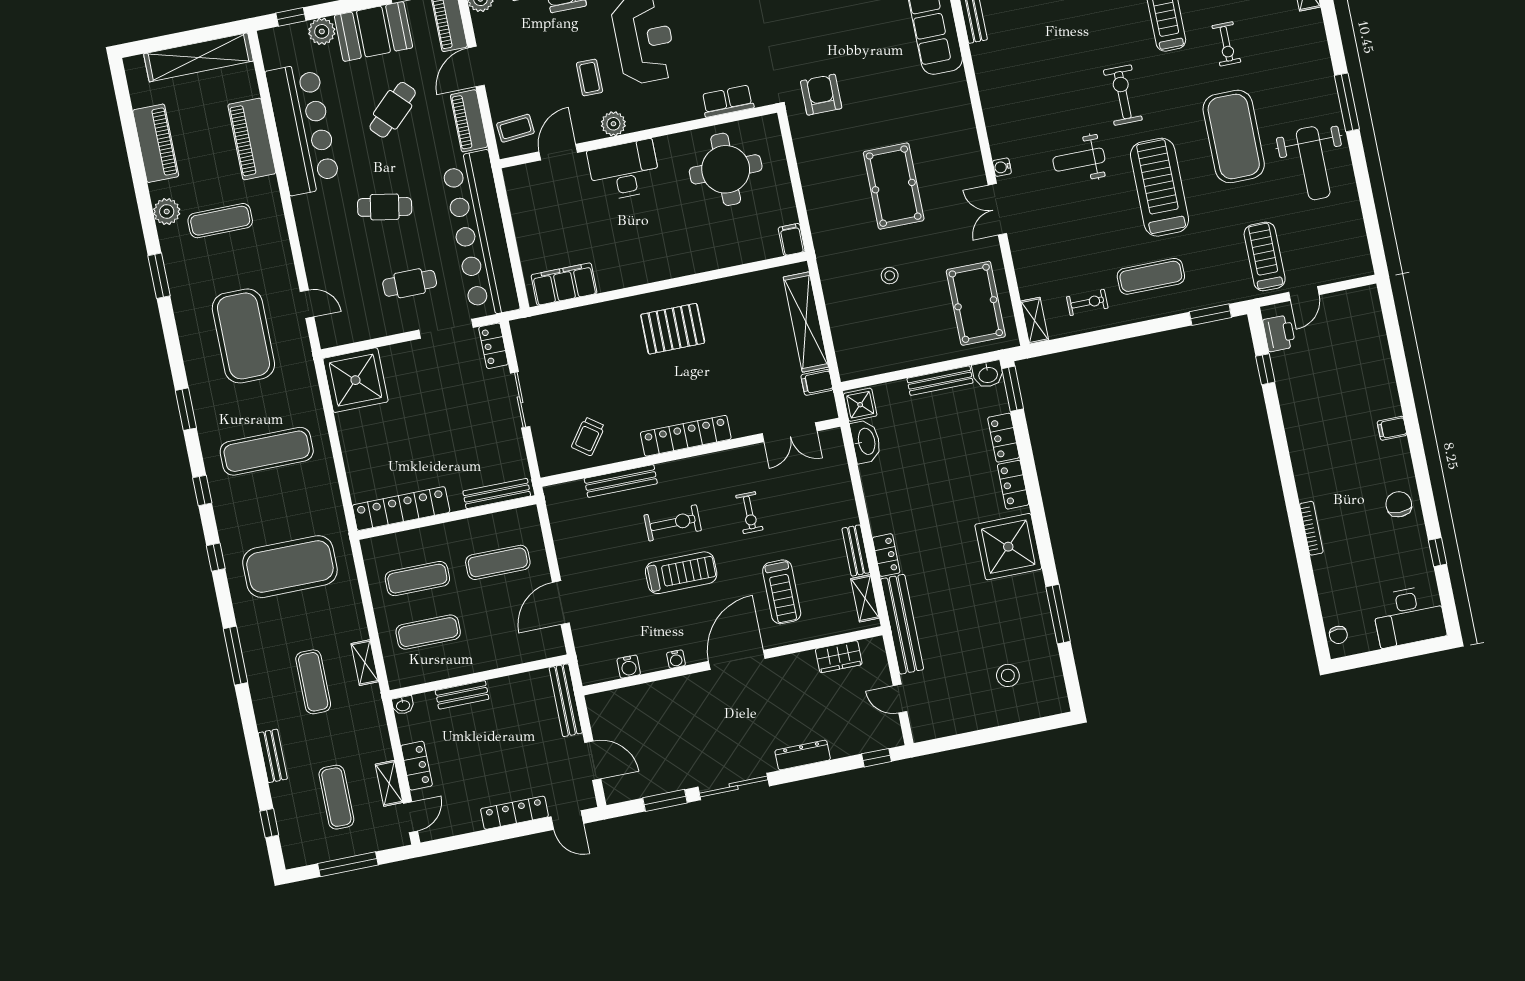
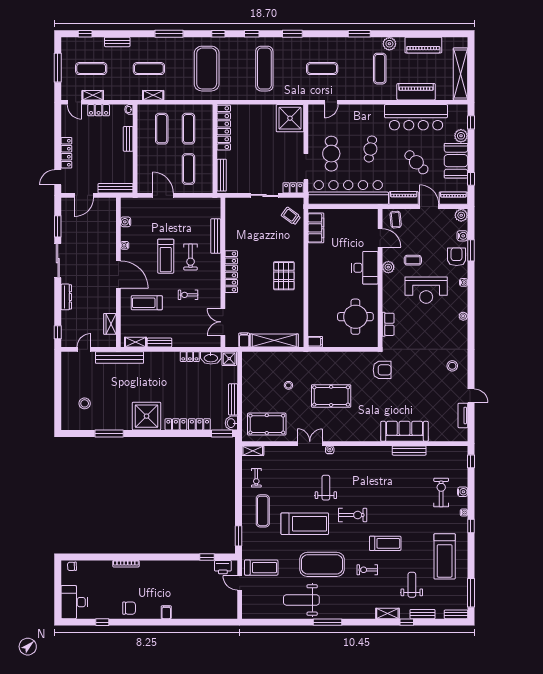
cafe table: (410, 283) -> (331, 154), width x1.37, depth x1.35
exercise mat: (243, 336) -> (322, 69), width x0.50, depth x0.69
trolley: (588, 437) -> (291, 216), moved
locker: (886, 555) -> (190, 357), moved

